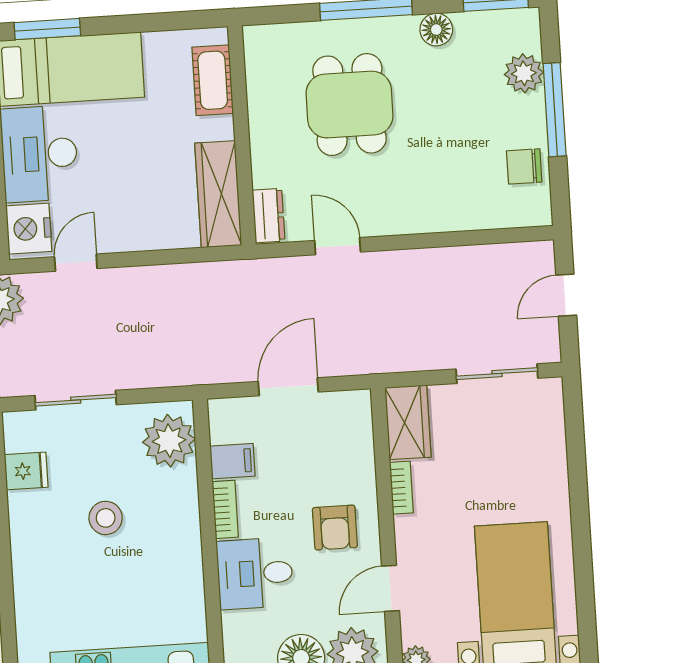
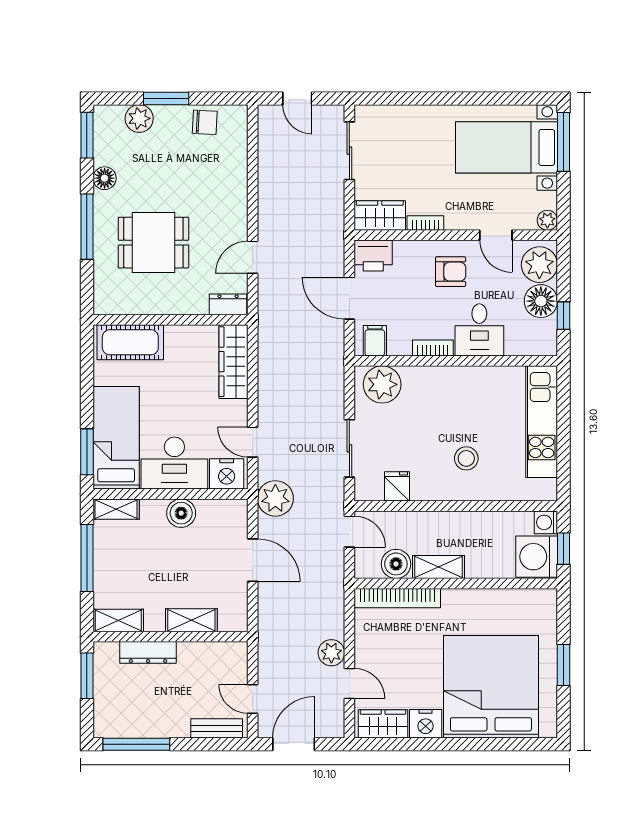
cot: (213, 80) -> (130, 342), width x1.37, depth x1.34
window: (555, 110) -> (166, 98), width x0.69
chair: (524, 166) -> (205, 122), turned -87
wardrobe: (218, 194) -> (234, 362), moved, turned 90
printer: (351, 417) -> (373, 255), added
filing cabinet: (232, 461) -> (375, 341), moved
stool: (106, 518) -> (466, 458), moved

